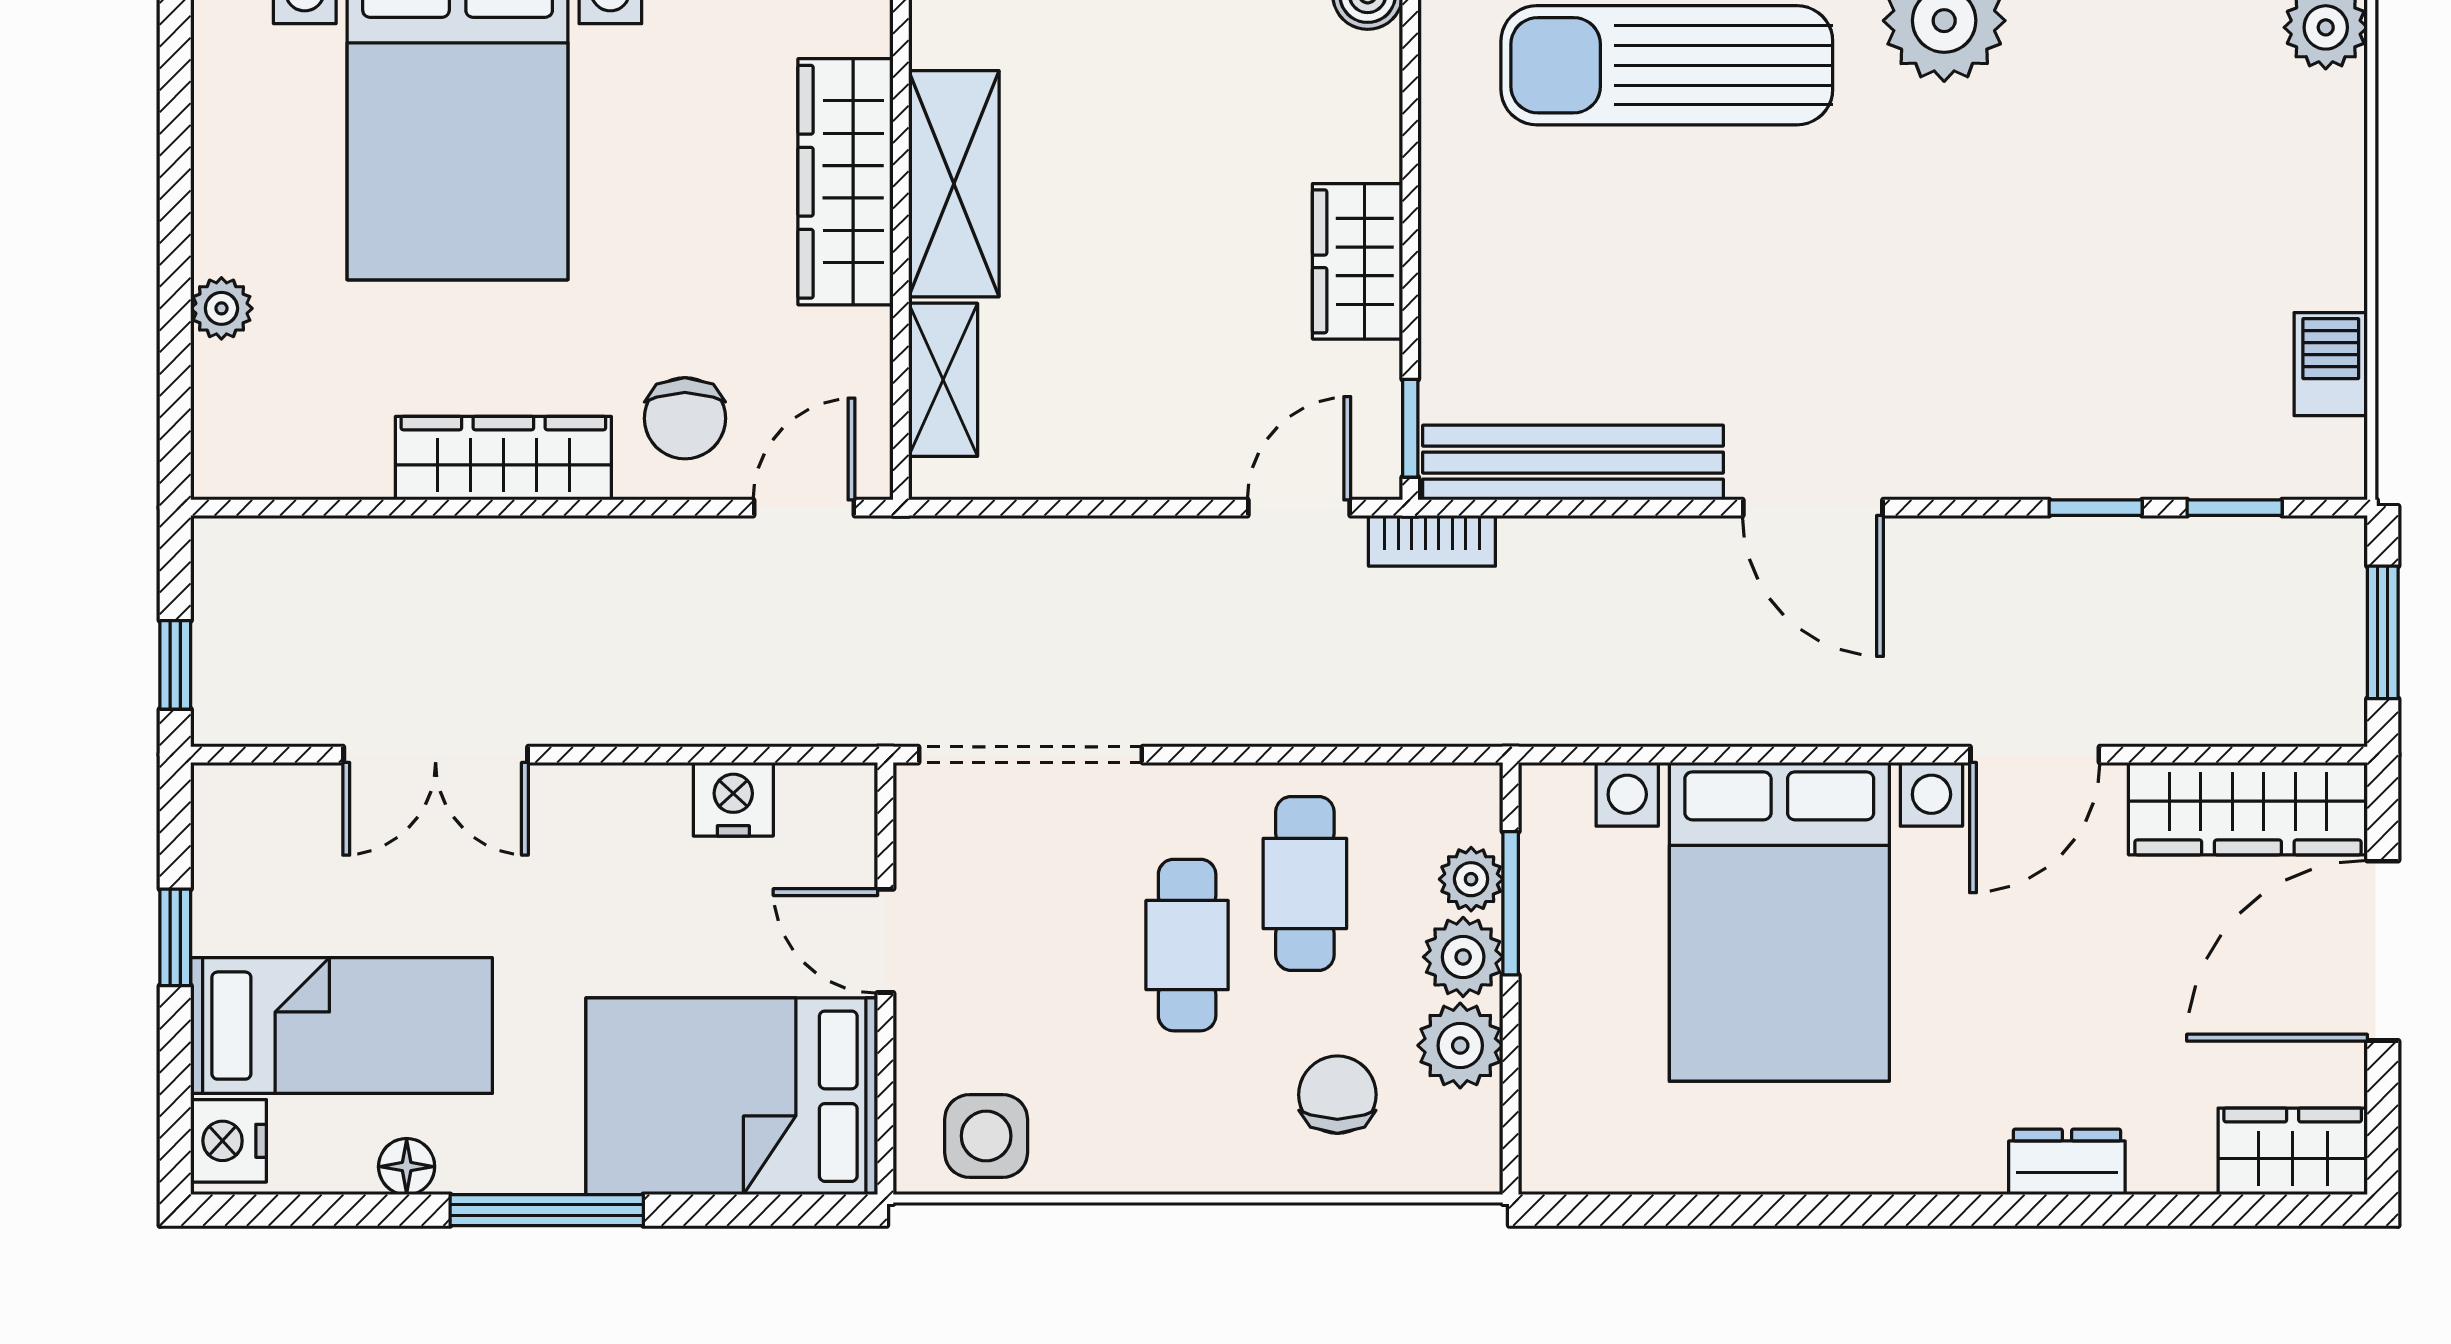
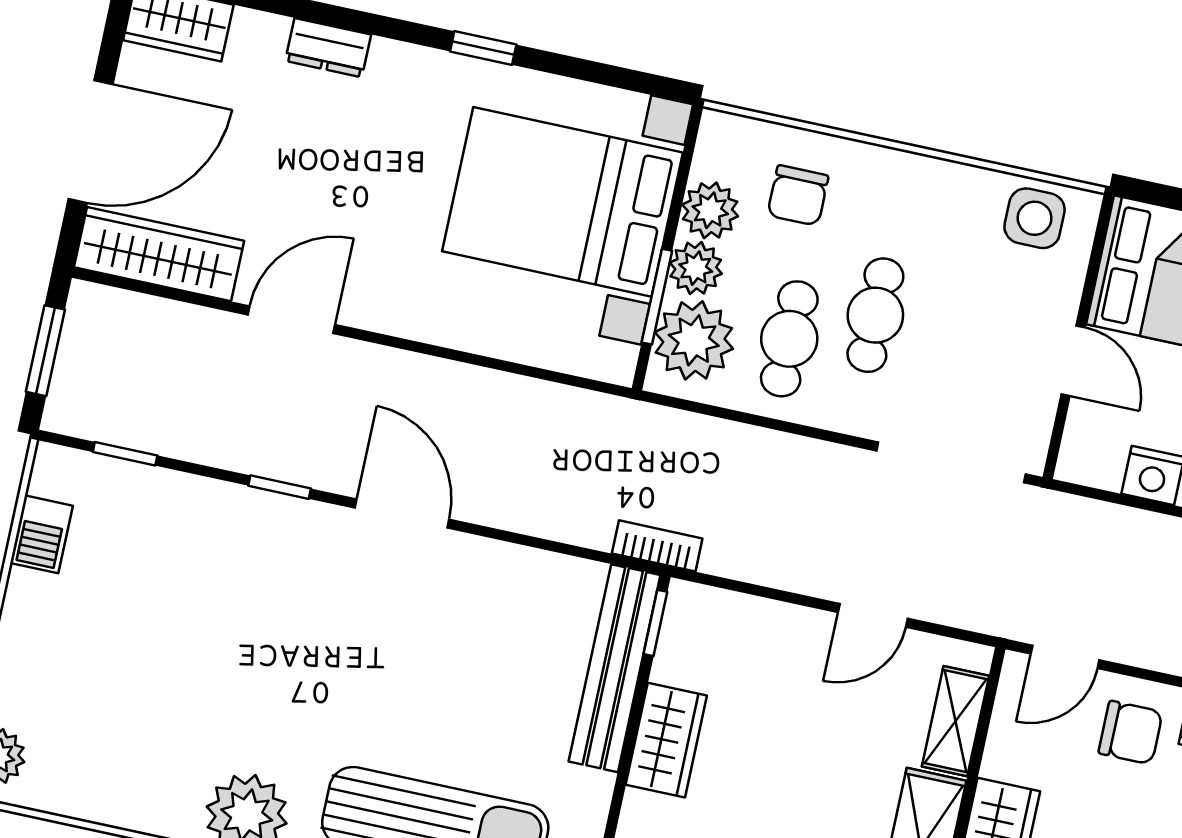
chair: (685, 418) -> (1131, 733), turned 90
bench: (1573, 463) -> (615, 668), moved, turned 90
door: (1299, 508) -> (873, 615), moved
window: (2096, 508) -> (280, 487), moved
plant: (1471, 879) -> (694, 340), width x1.87, depth x1.87
bed with nightstands: (1779, 922) -> (562, 202), moved, turned -90
window: (1841, 1210) -> (483, 48), added

